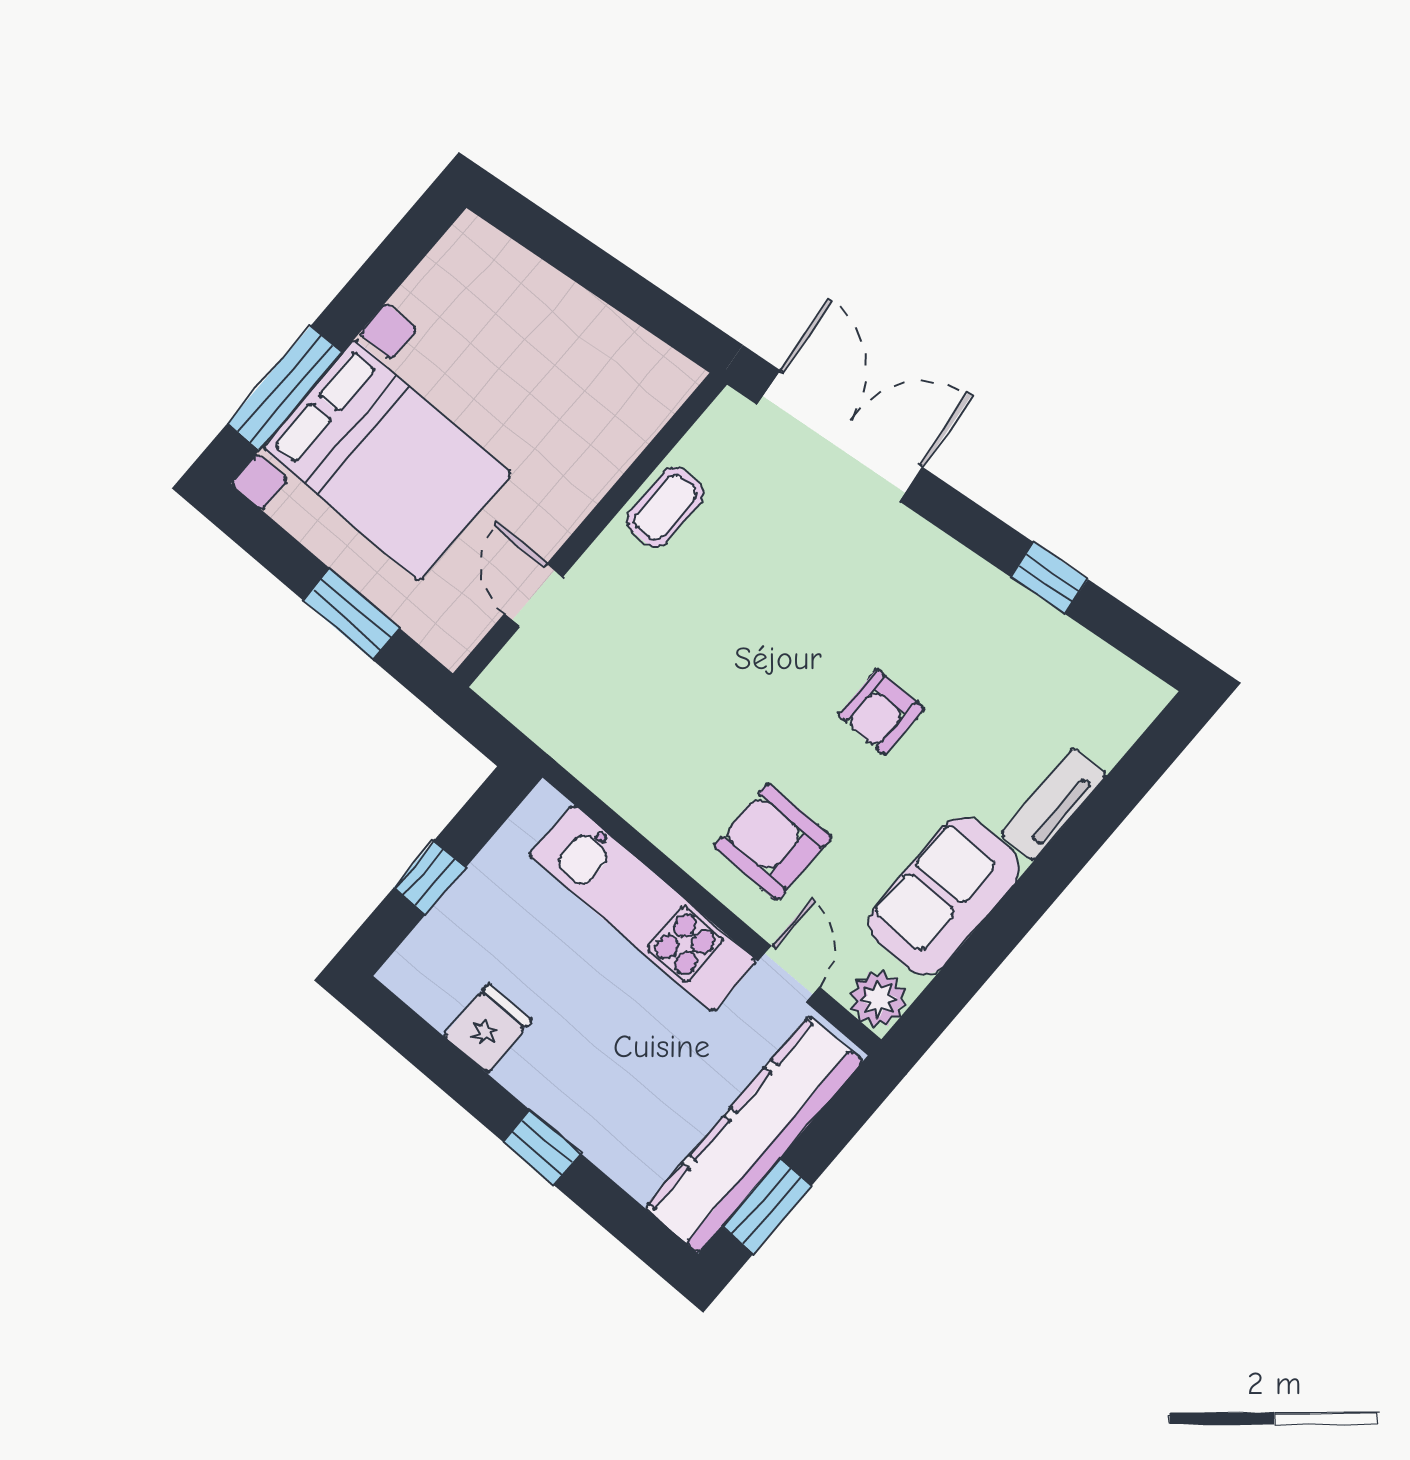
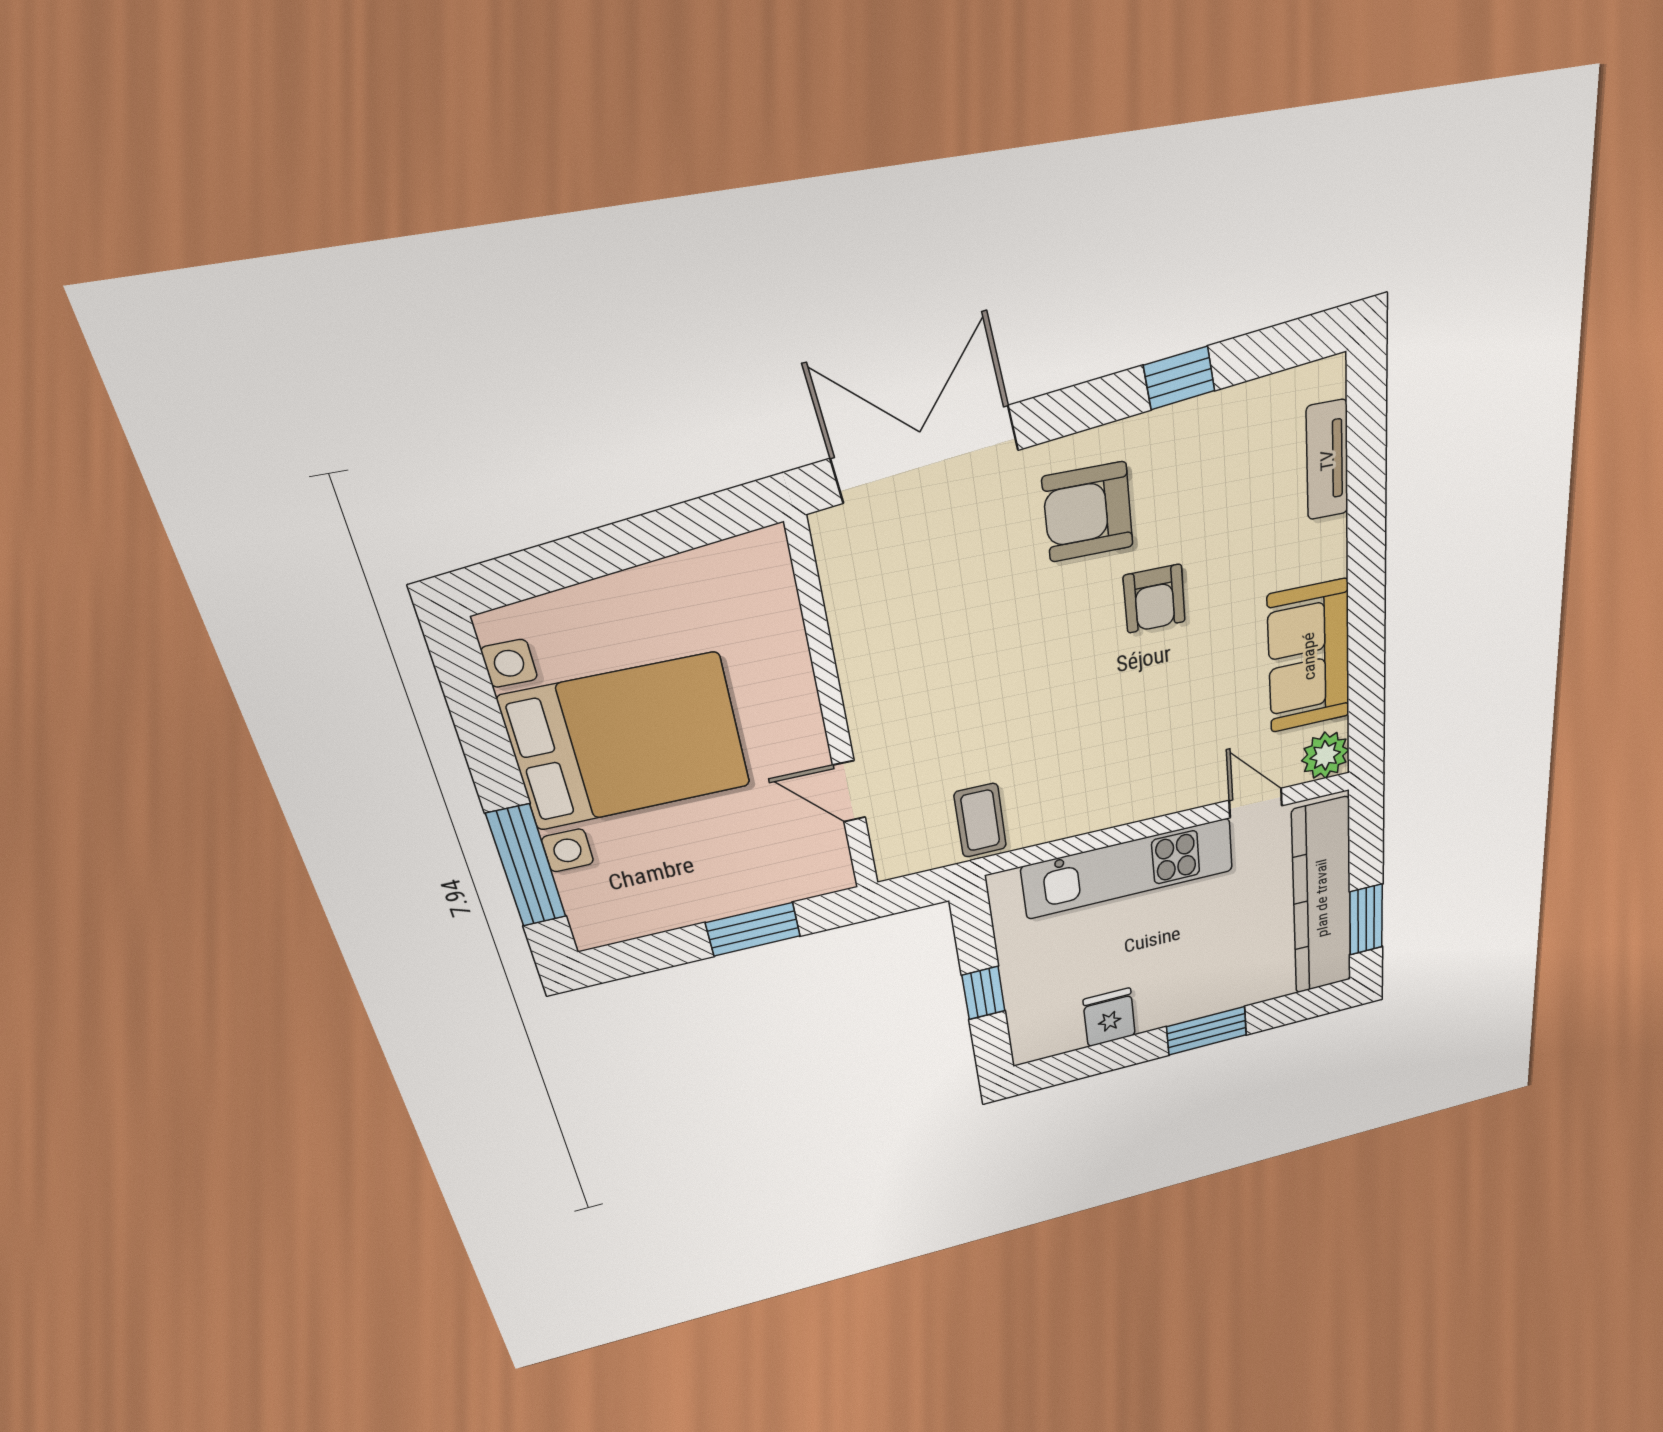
bed with nightstands: (387, 460) -> (627, 742), moved
coffee table: (665, 507) -> (980, 820), moved
tv unit: (1053, 805) -> (1327, 460), moved
armchair: (772, 842) -> (1088, 512), moved
window: (542, 1148) -> (1207, 1031), width x1.50

